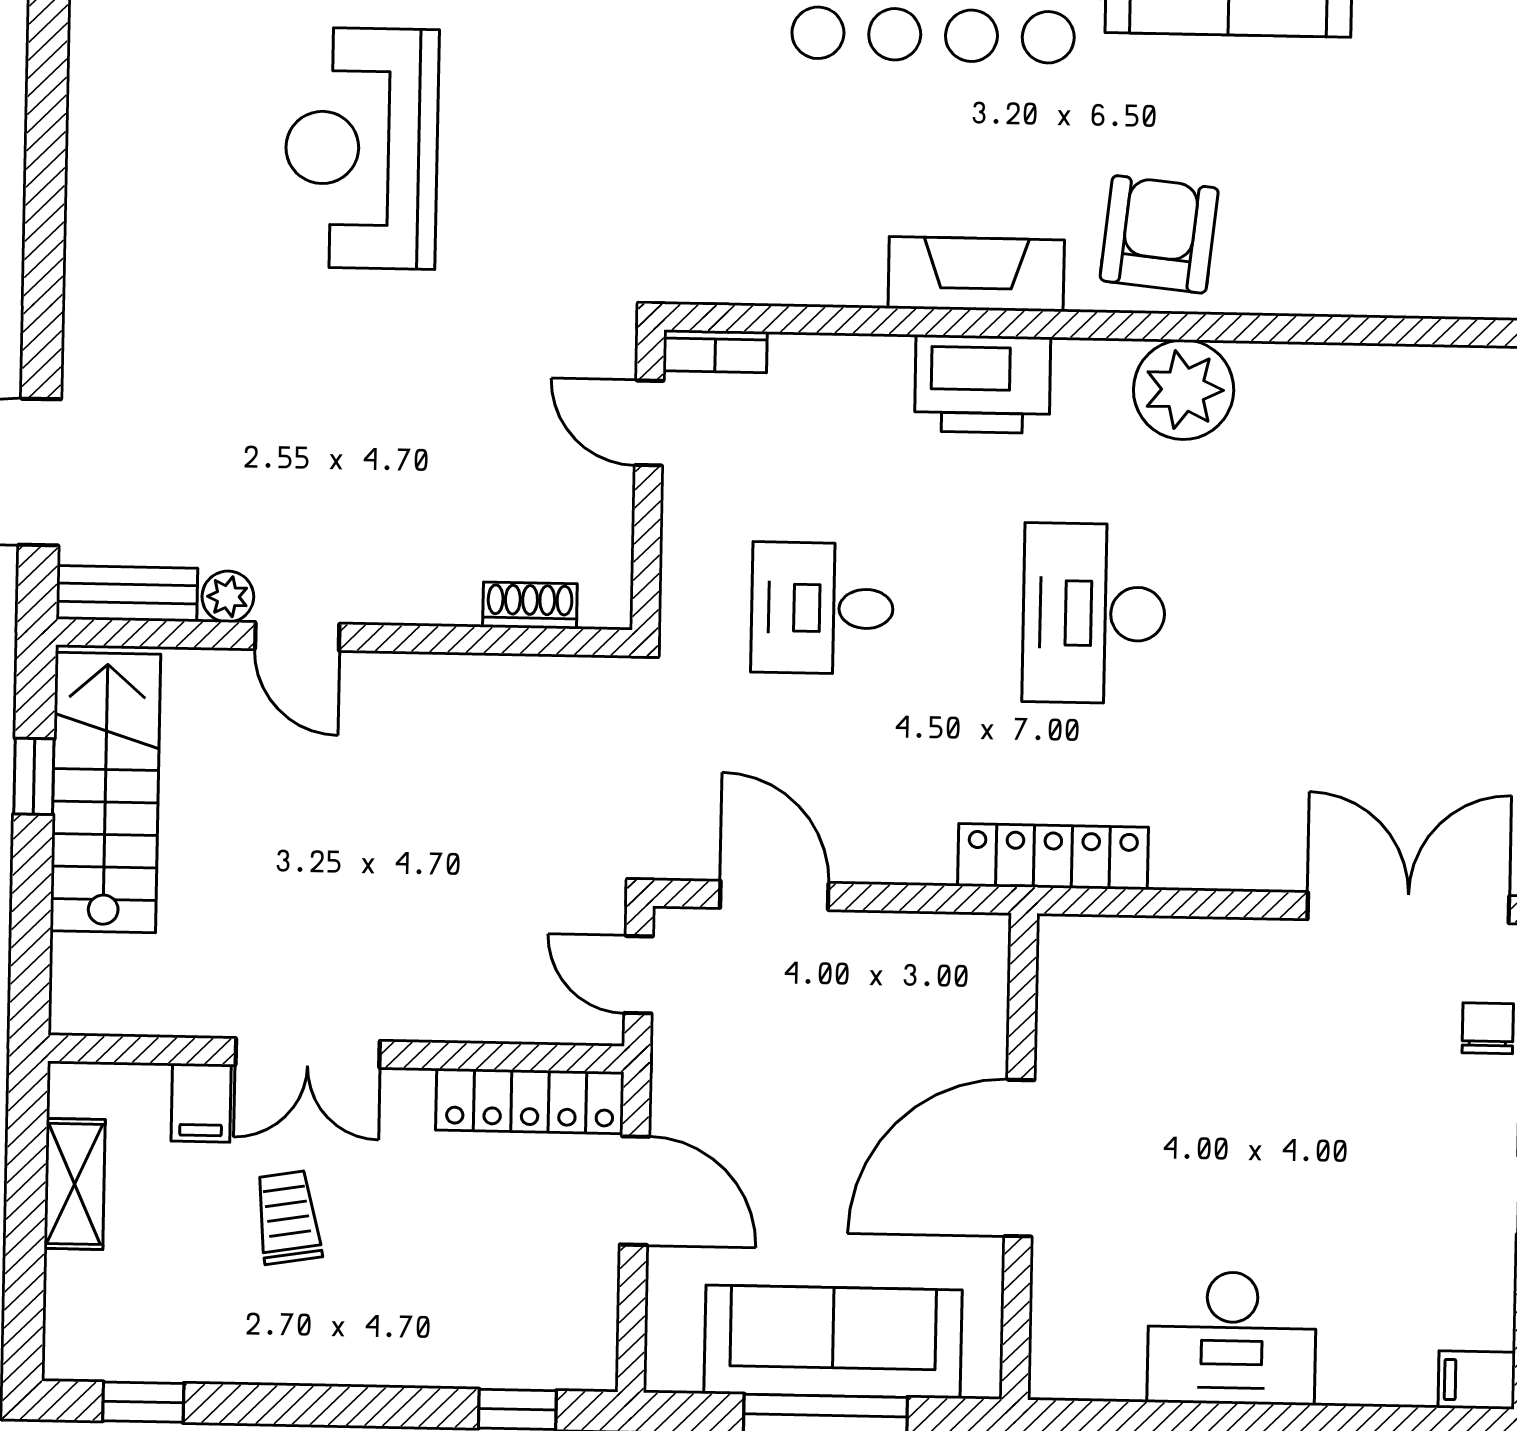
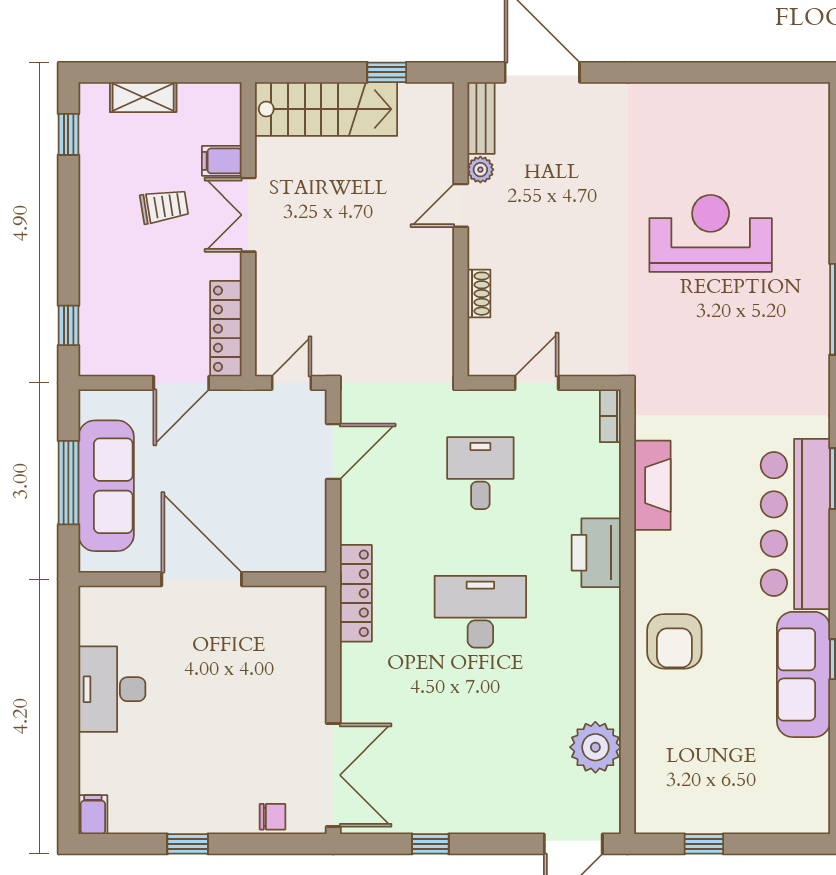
armchair: (1159, 234) -> (674, 641), turned 84
fireplace: (976, 274) -> (652, 485), moved
plant: (1184, 390) -> (595, 747), moved
door: (649, 423) -> (537, 383), moved
shoe rack: (530, 605) -> (479, 294), moved
stairs: (105, 793) -> (326, 109), moved
shelving: (75, 1184) -> (143, 97), moved

